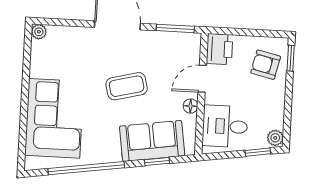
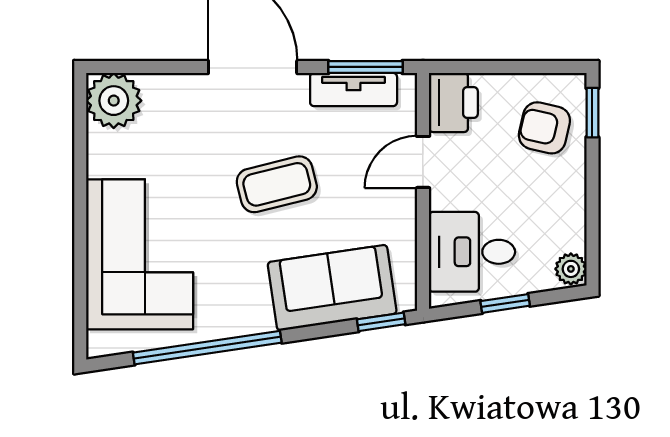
plant: (39, 32) -> (114, 101), width x1.88, depth x1.88
tv unit: (169, 40) -> (354, 90), added
floor lamp: (191, 106) -> (403, 216), removed
window: (258, 152) -> (505, 303), moved
window: (157, 162) -> (381, 322), moved

